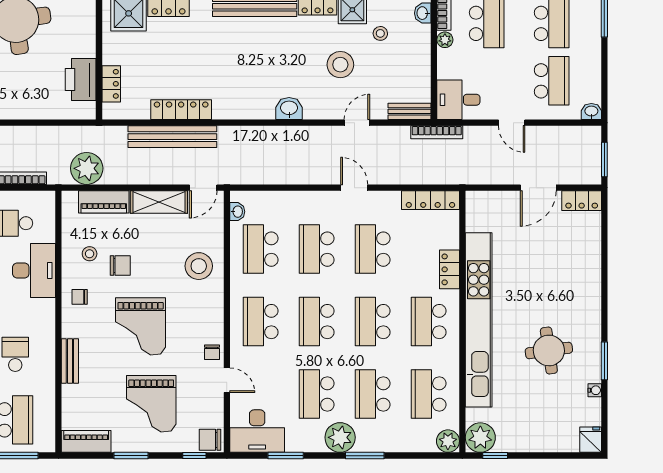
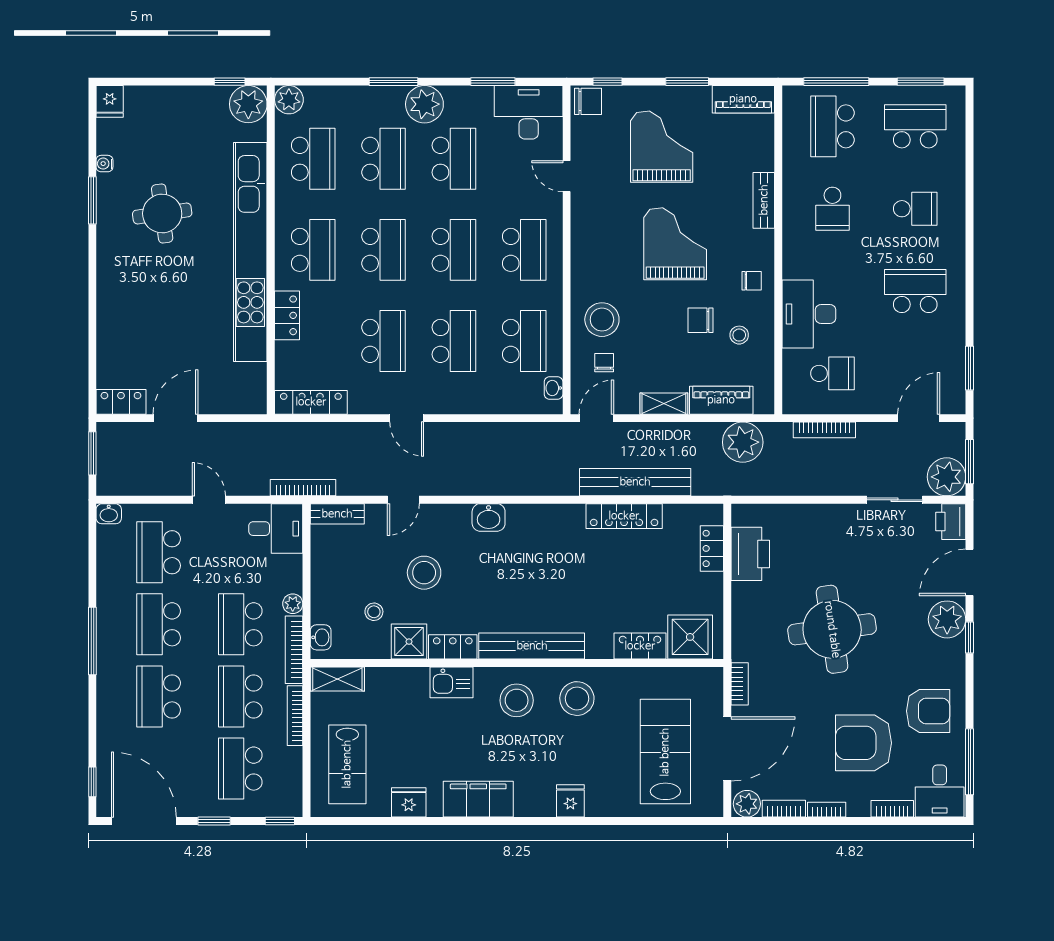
shelving: (159, 202) -> (664, 404), width x0.67, depth x0.75
chair: (212, 352) -> (604, 363), moved

